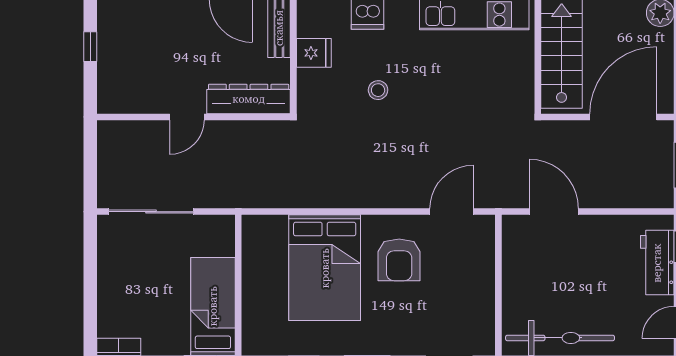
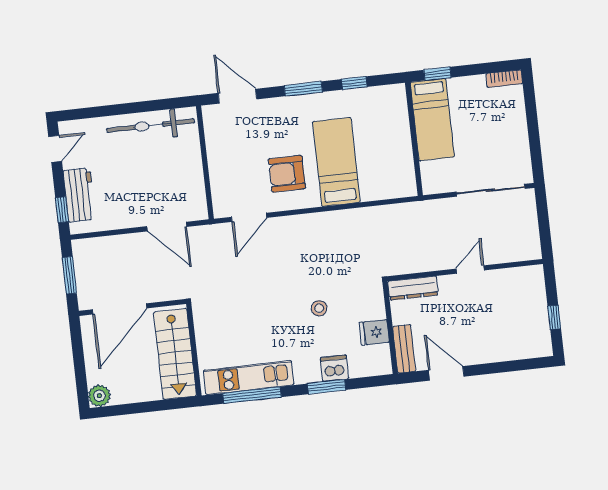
dresser: (249, 99) -> (413, 288), width x0.73, depth x0.80
armchair: (399, 260) -> (287, 174), turned -90
bed: (325, 268) -> (336, 162), width x0.67

